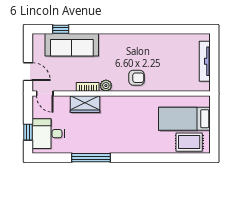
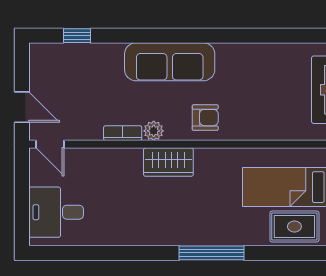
sofa: (72, 45) -> (170, 62), moved
wardrobe: (85, 104) -> (168, 162), moved
window: (28, 132) -> (22, 210), removed
window: (91, 158) -> (211, 253), moved

